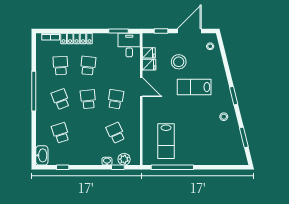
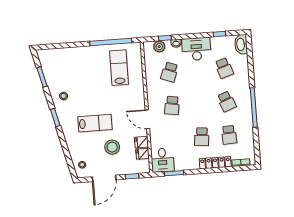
school desk: (88, 99) -> (199, 103), removed
school desk: (116, 133) -> (170, 72), turned 45
desk: (87, 154) -> (196, 49), added

